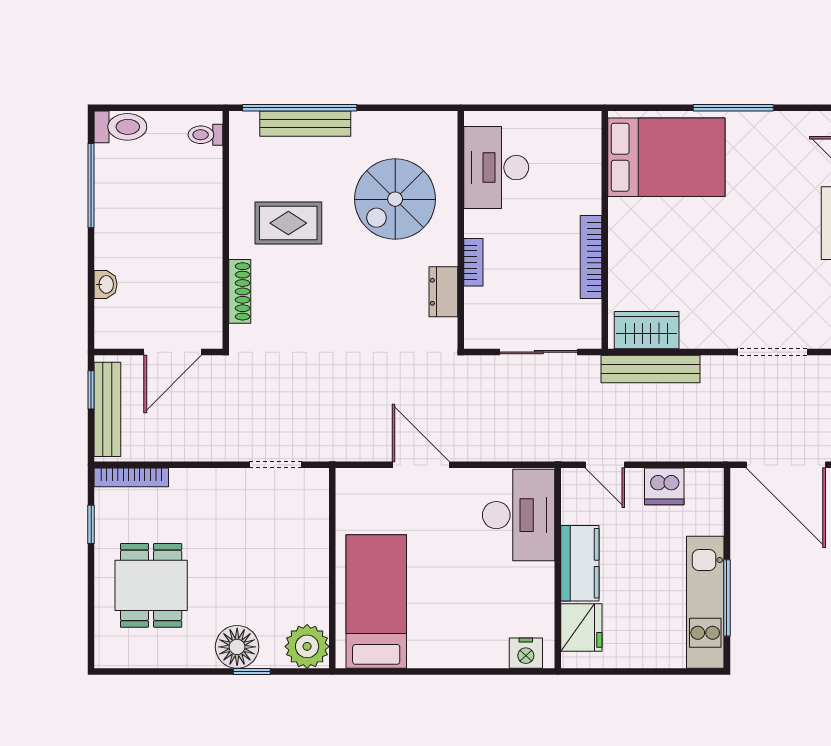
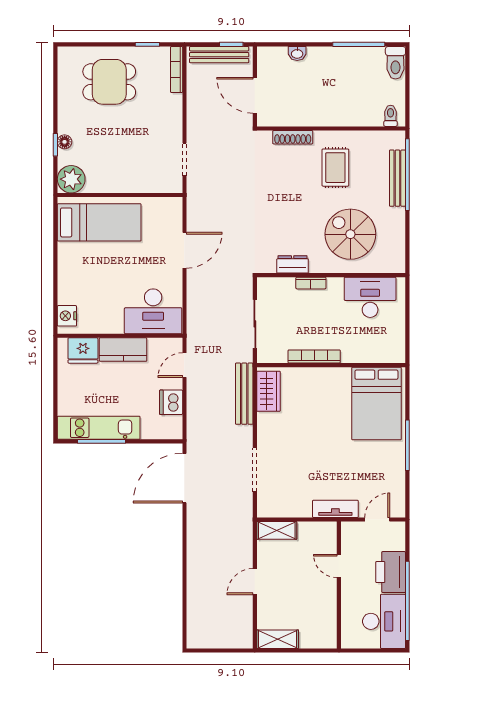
floor lamp: (237, 647) -> (65, 142), width x0.53, depth x0.53

